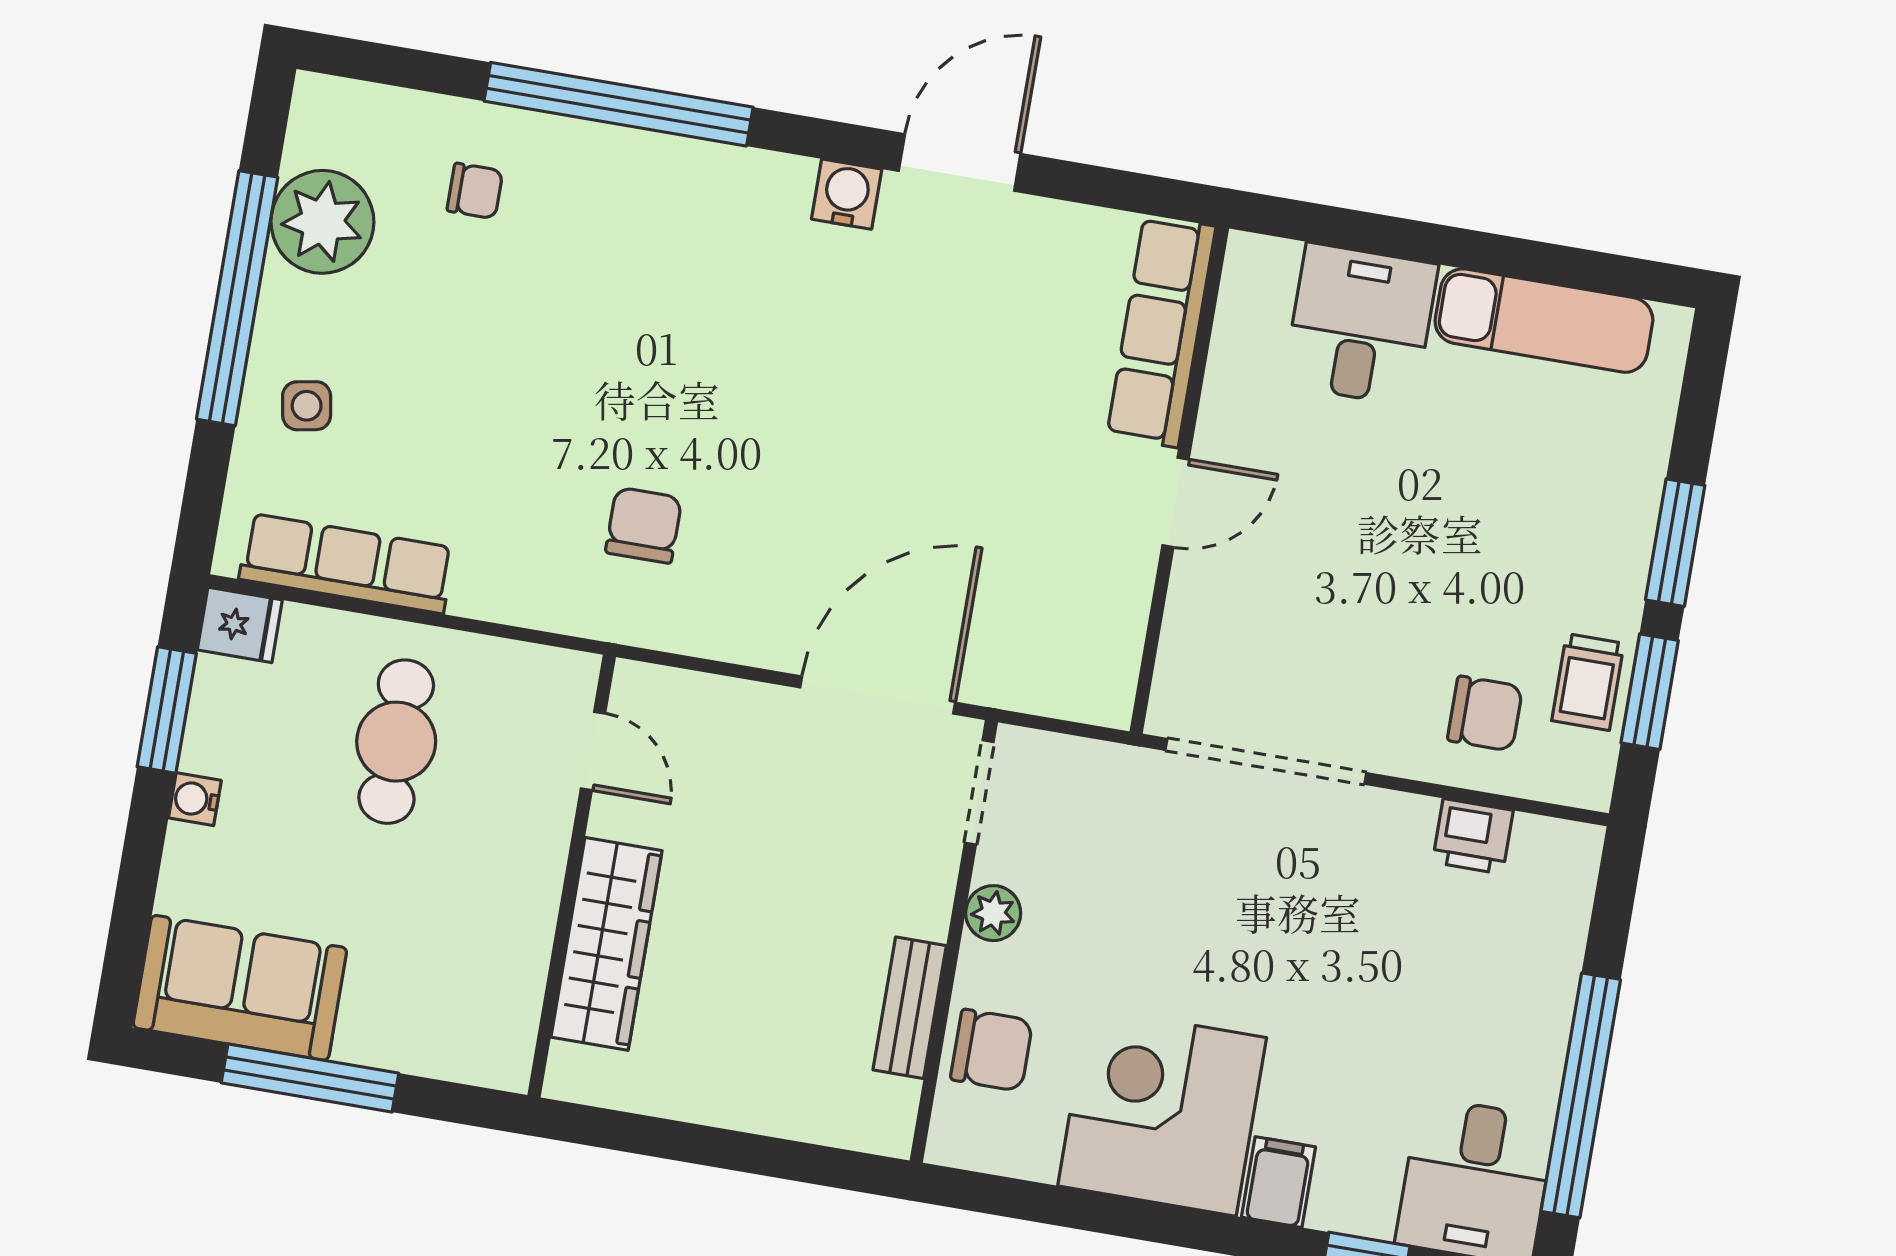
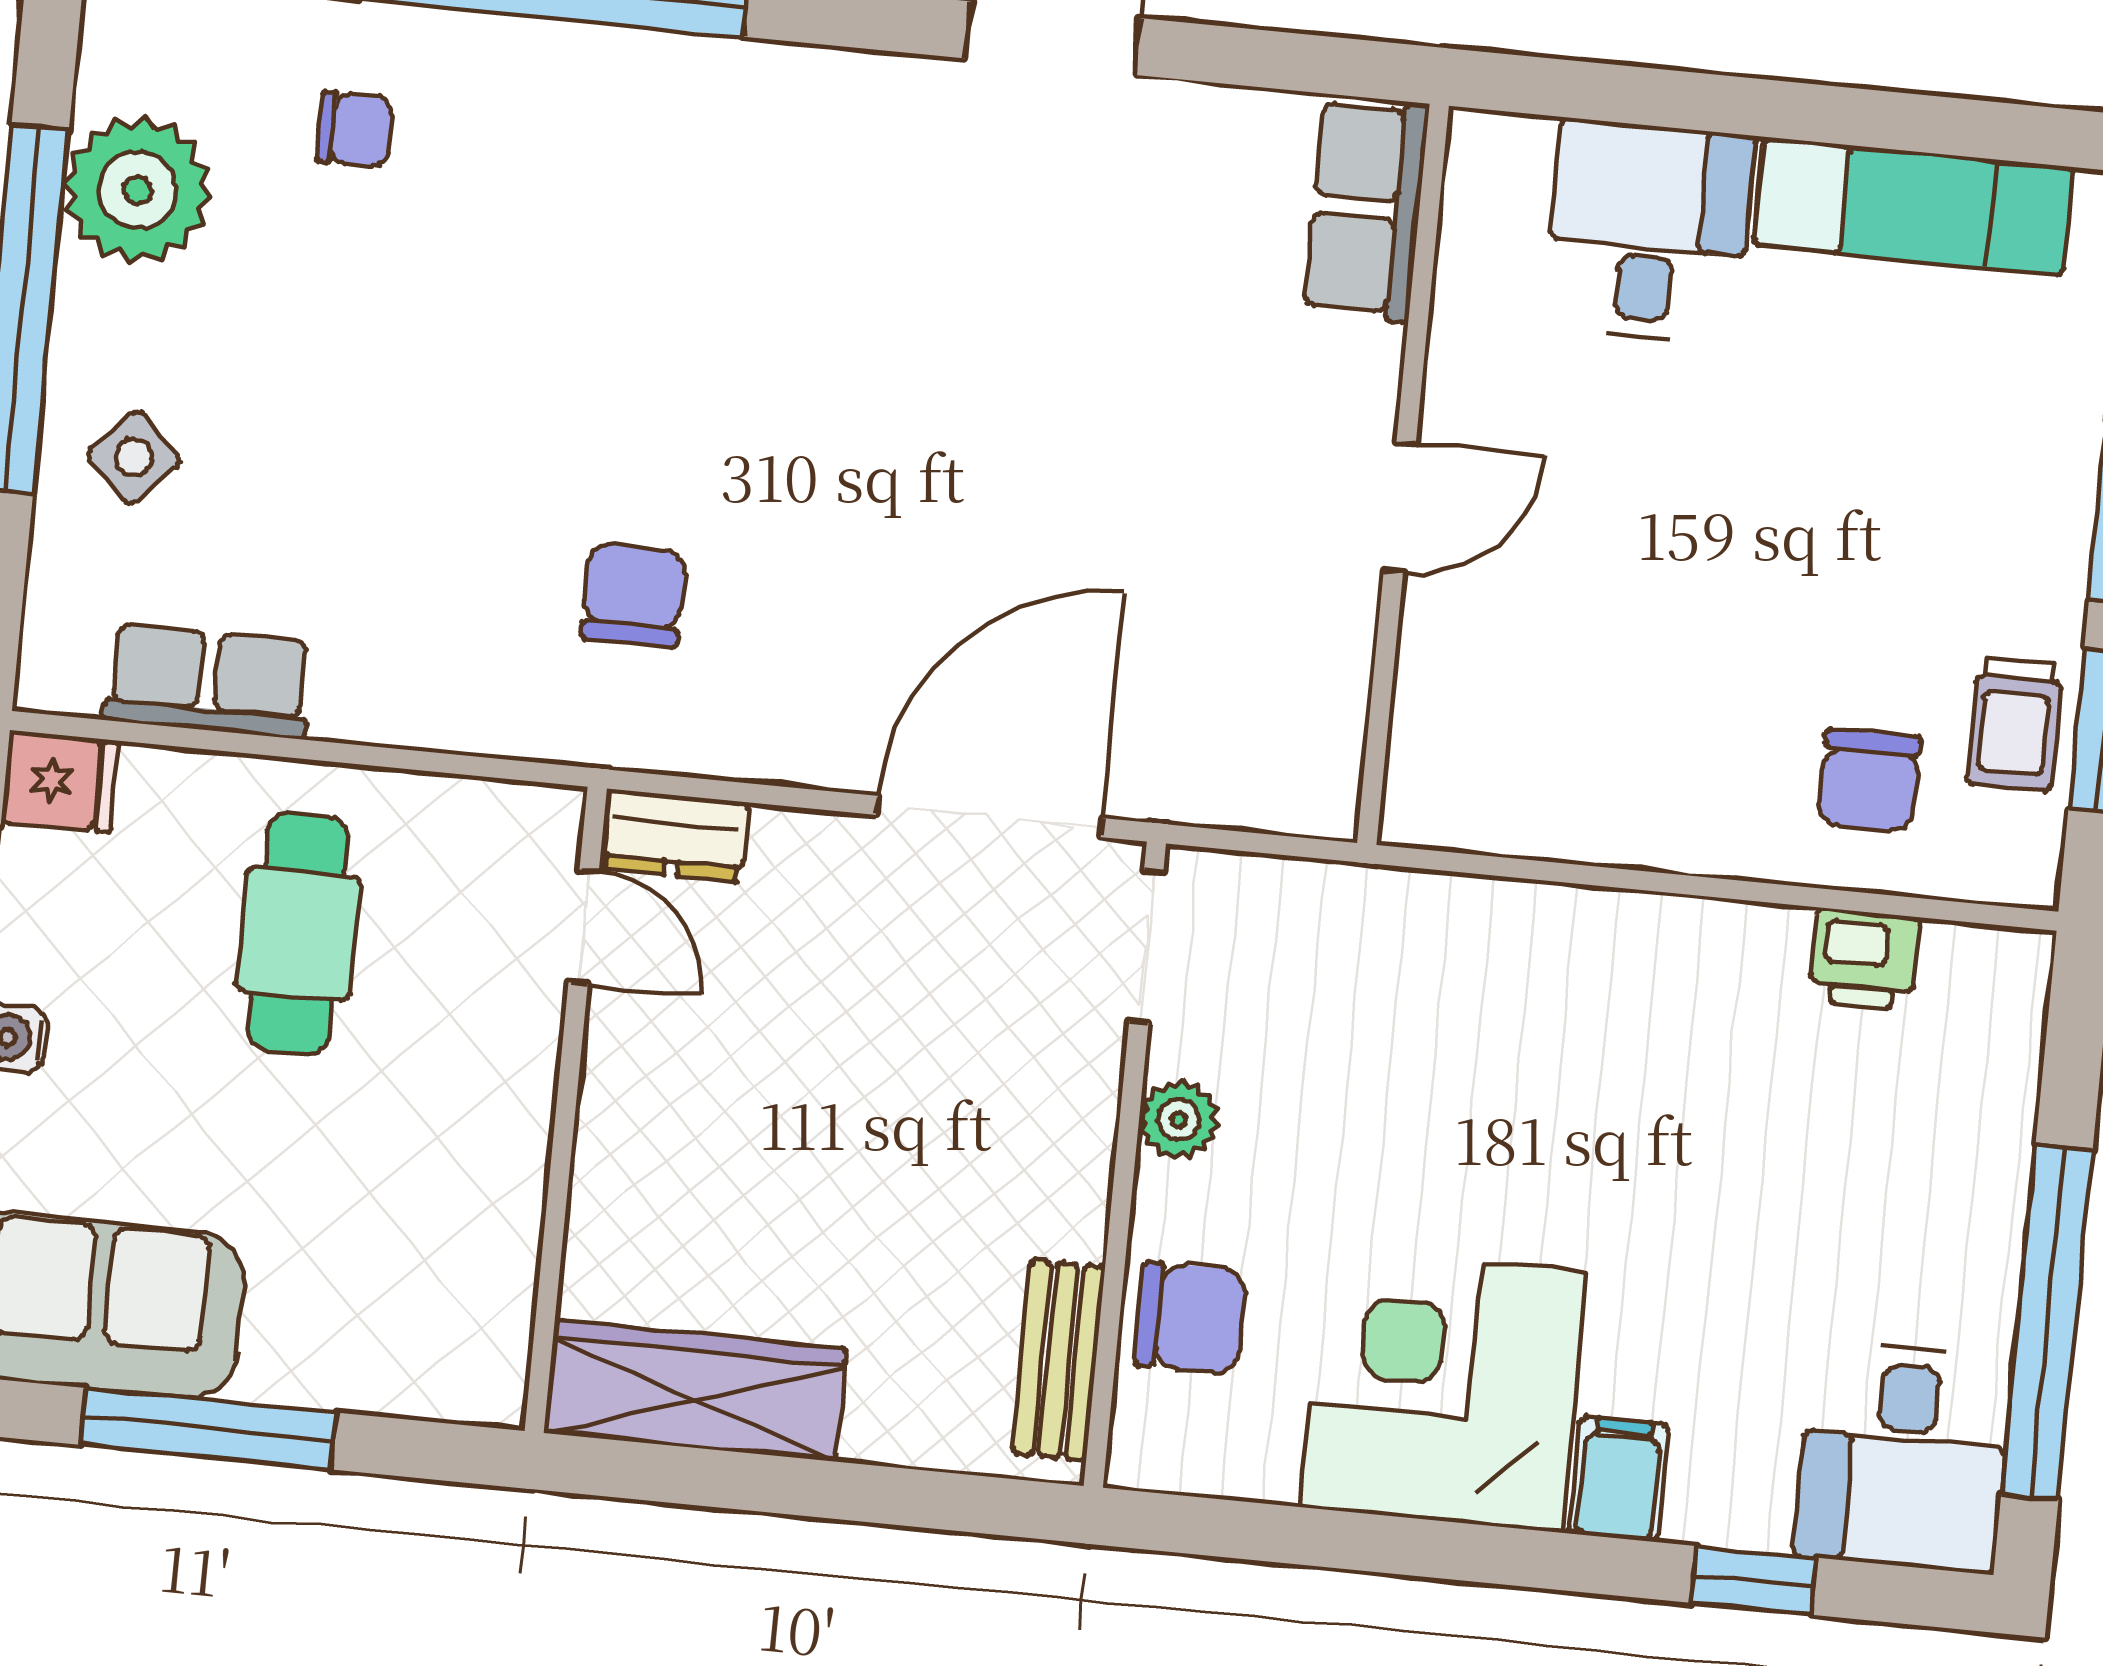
water cooler: (847, 194) -> (892, 96), removed
row of seats: (1161, 331) -> (1366, 208), width x0.68
side table: (307, 406) -> (134, 457), turned -35
row of seats: (347, 563) -> (208, 681), width x0.68
dresser: (660, 693) -> (674, 836), added
chair: (1485, 714) -> (1869, 780), turned 90
doorway: (1266, 761) -> (1557, 872), removed
wardrobe: (606, 944) -> (695, 1391), moved, turned -90
bench: (910, 1008) -> (1059, 1360), moved

